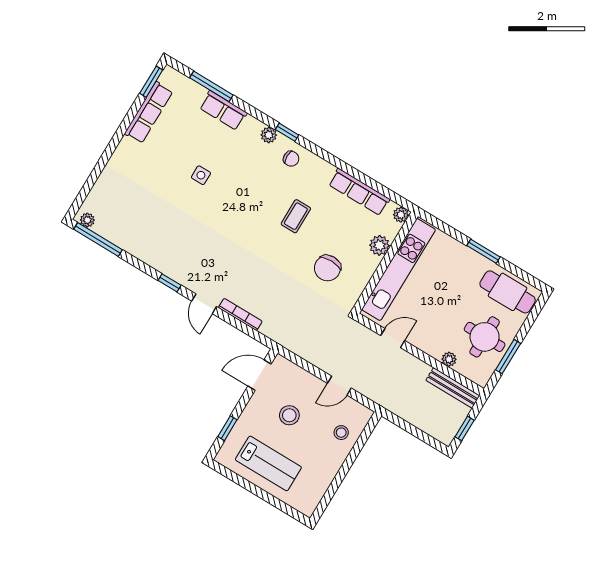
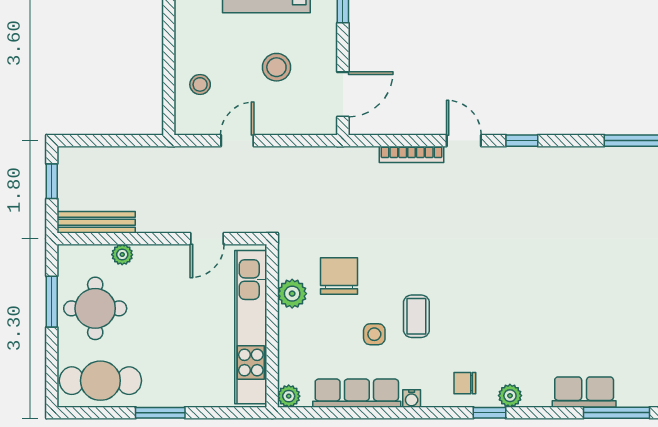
water cooler: (328, 169) -> (412, 398), added
side table: (201, 175) -> (374, 334), moved
plant: (379, 245) -> (292, 294), moved

